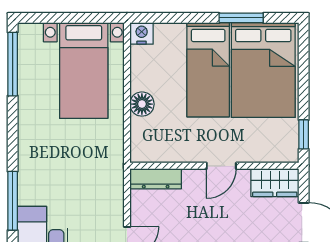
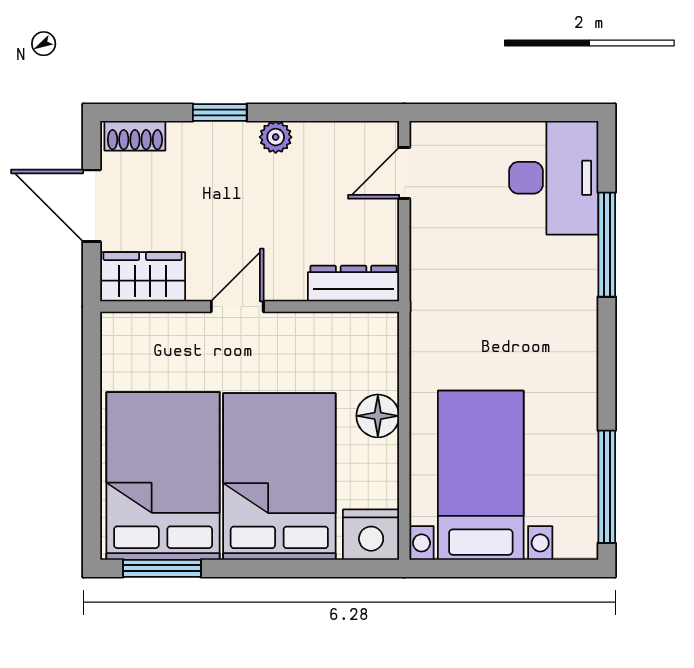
window: (241, 18) -> (162, 568), moved
nightstand: (142, 33) -> (371, 535), width x1.36, depth x1.33
bed: (208, 70) -> (279, 476), width x1.50
window: (304, 134) -> (92, 362), removed

